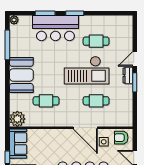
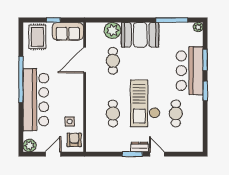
plant: (17, 119) -> (112, 30), moved
door: (85, 128) -> (85, 60), moved

